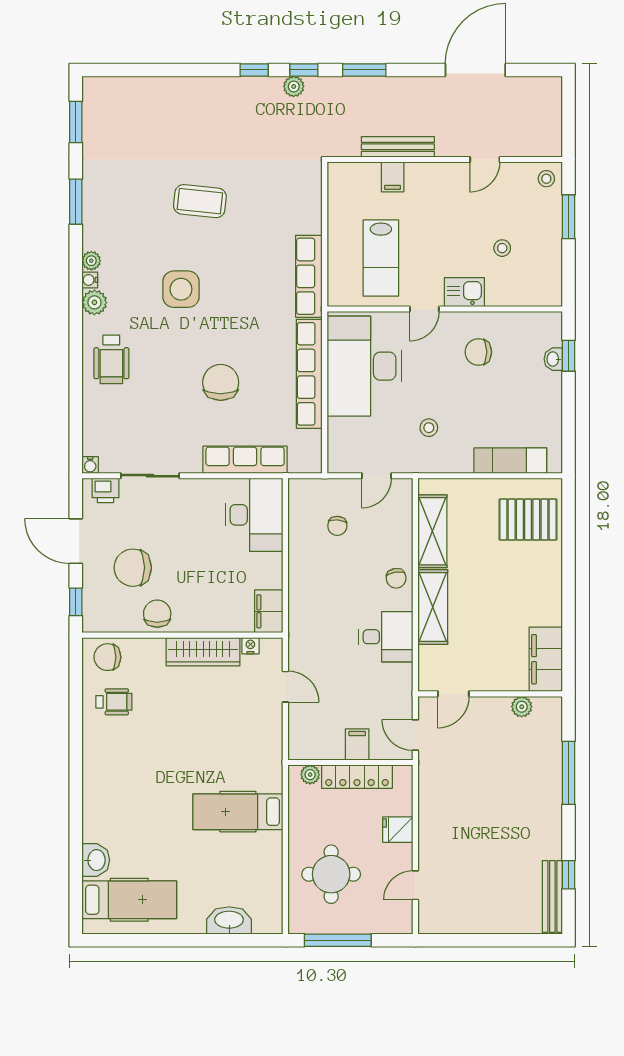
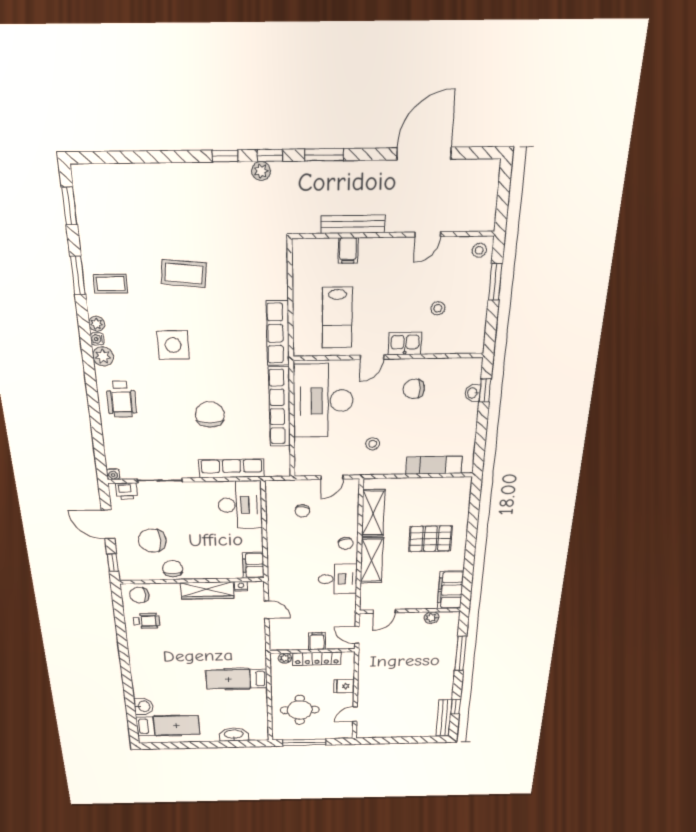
coffee table: (113, 212) -> (111, 284), added
pallet: (528, 520) -> (430, 539), moved

